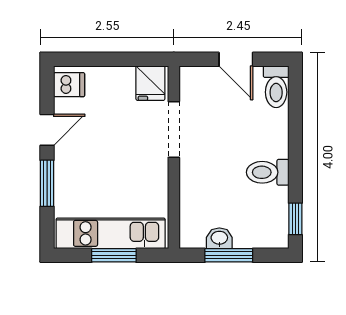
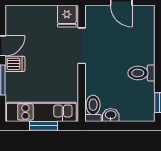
dishwasher: (69, 85) -> (15, 64), moved
toilet: (276, 87) -> (93, 108), moved, turned 180
window: (229, 255) -> (117, 126), removed

